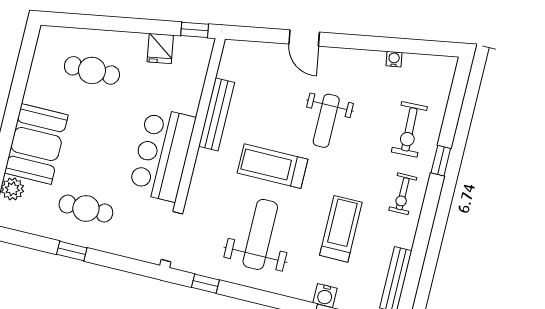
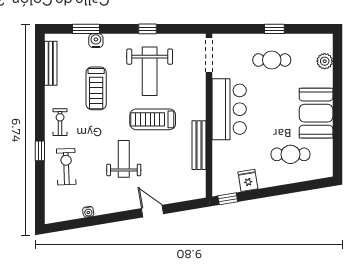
booth: (36, 144) -> (316, 113), moved
treadmill: (273, 166) -> (153, 119), turned 180
window: (205, 284) -> (147, 29), moved

